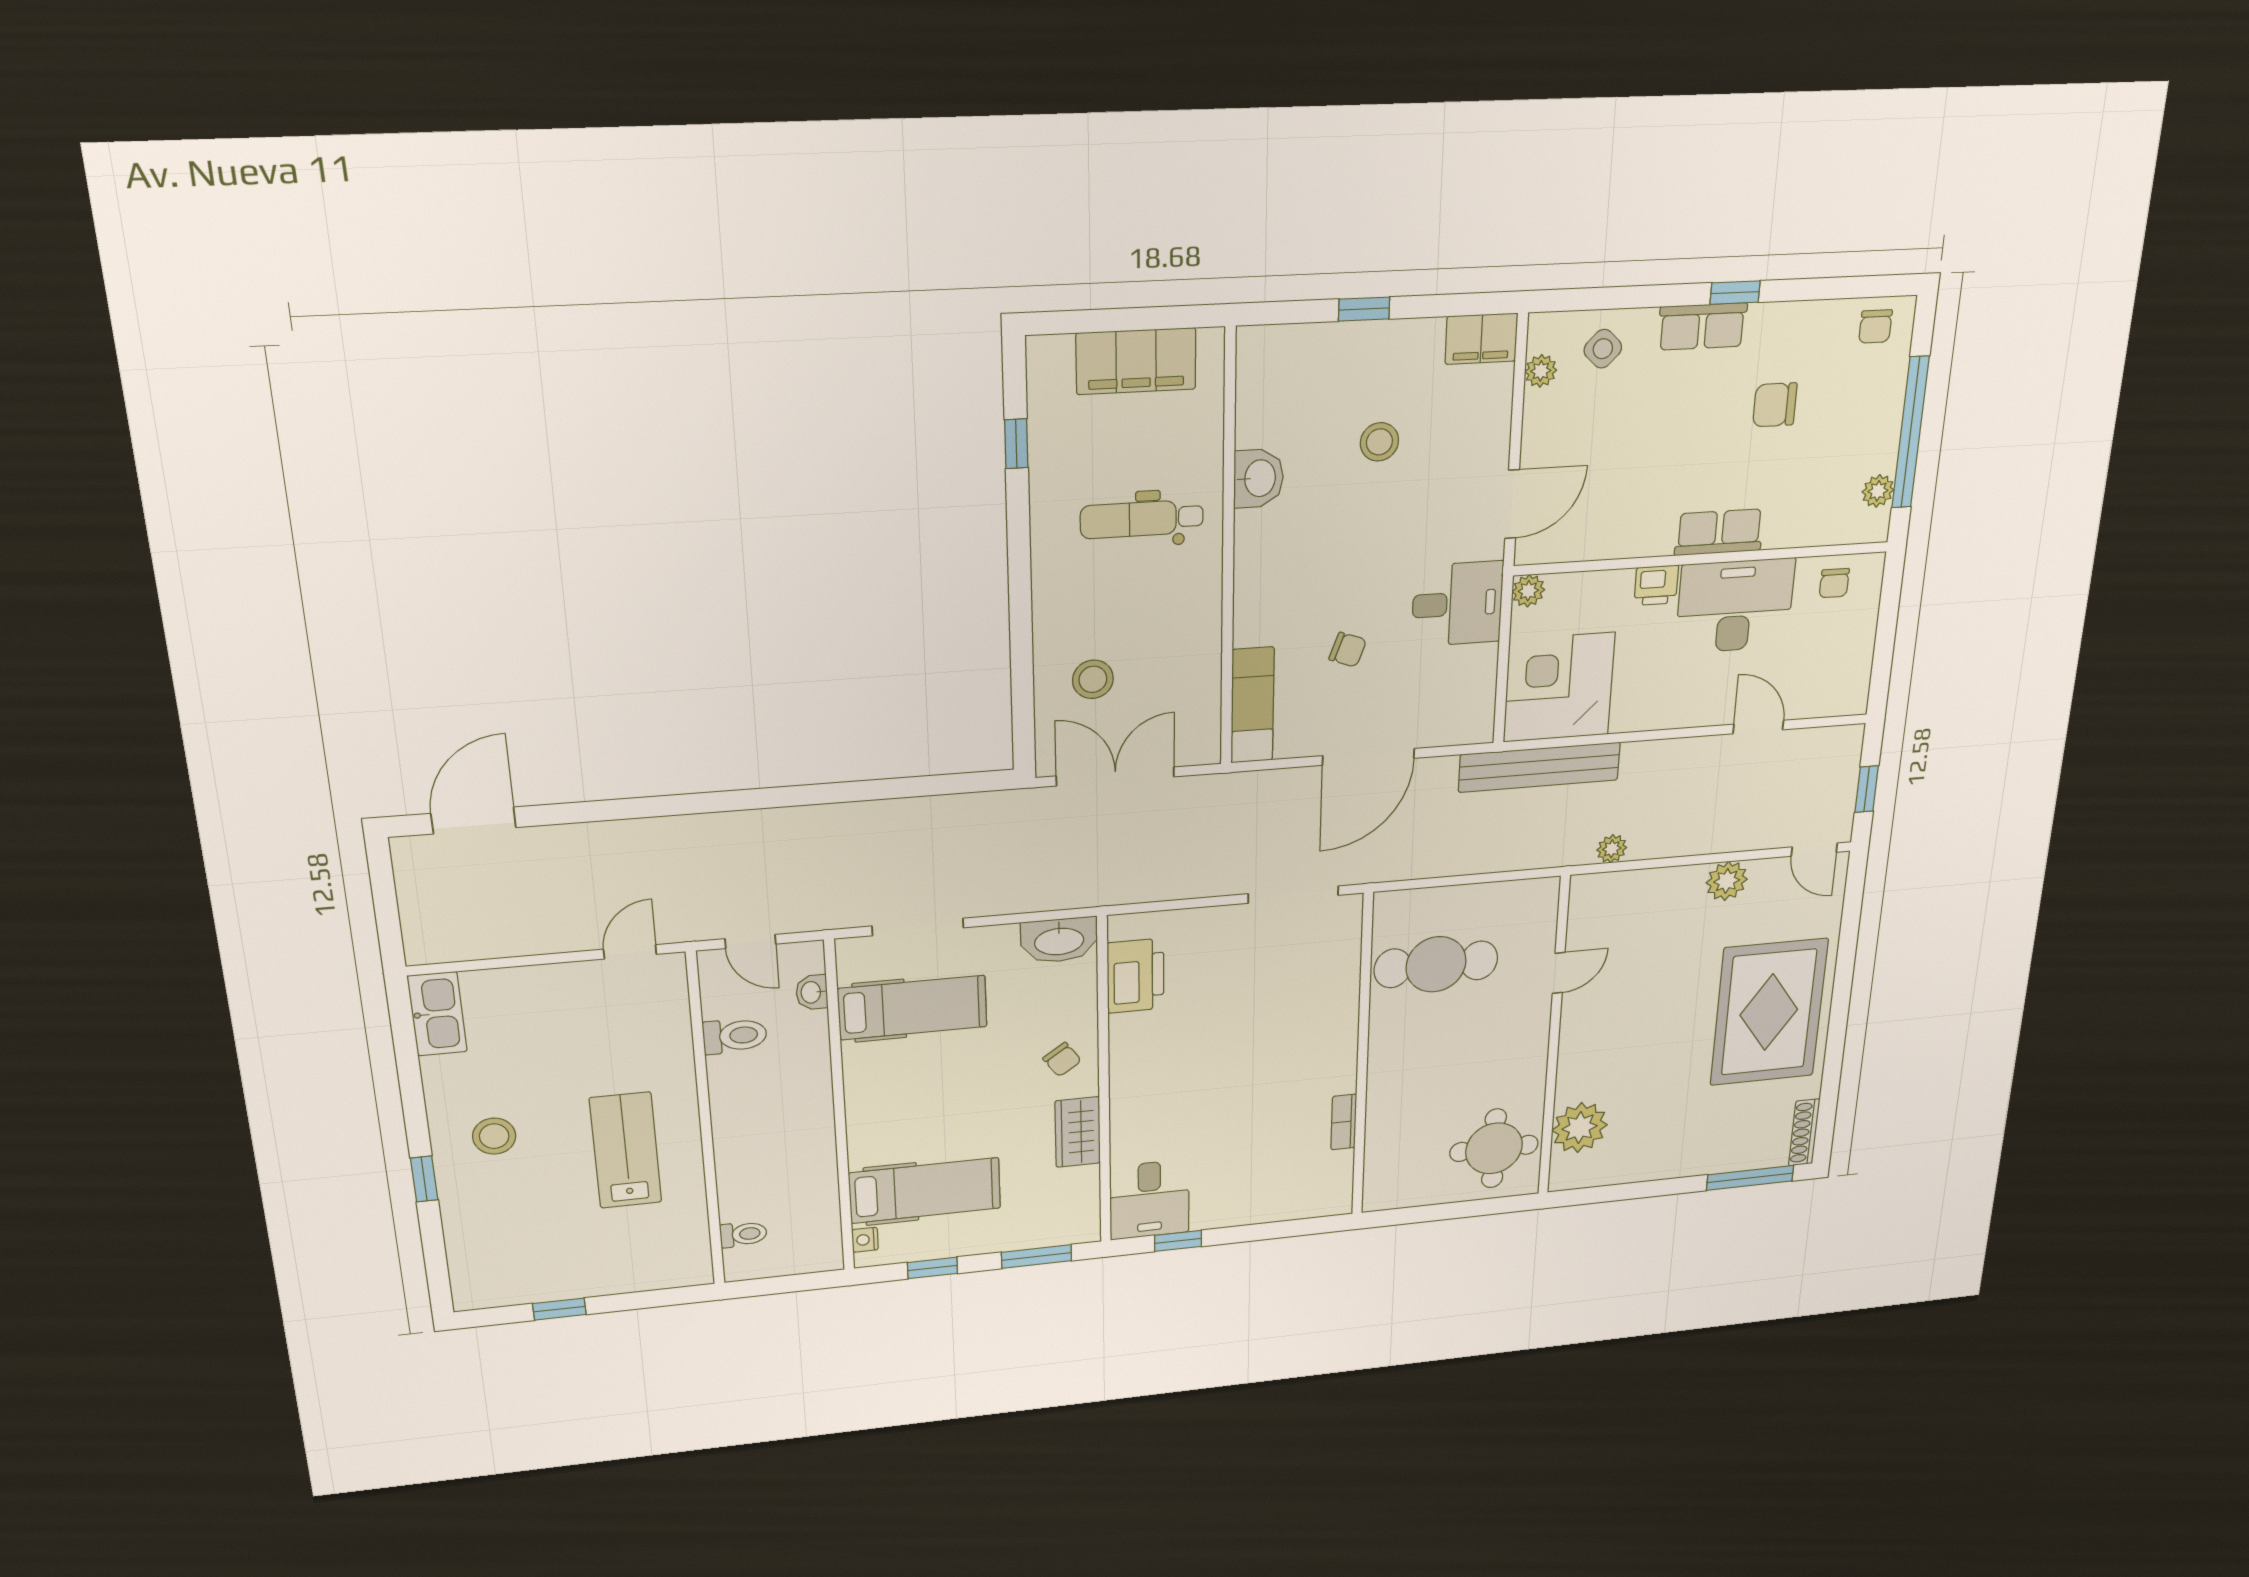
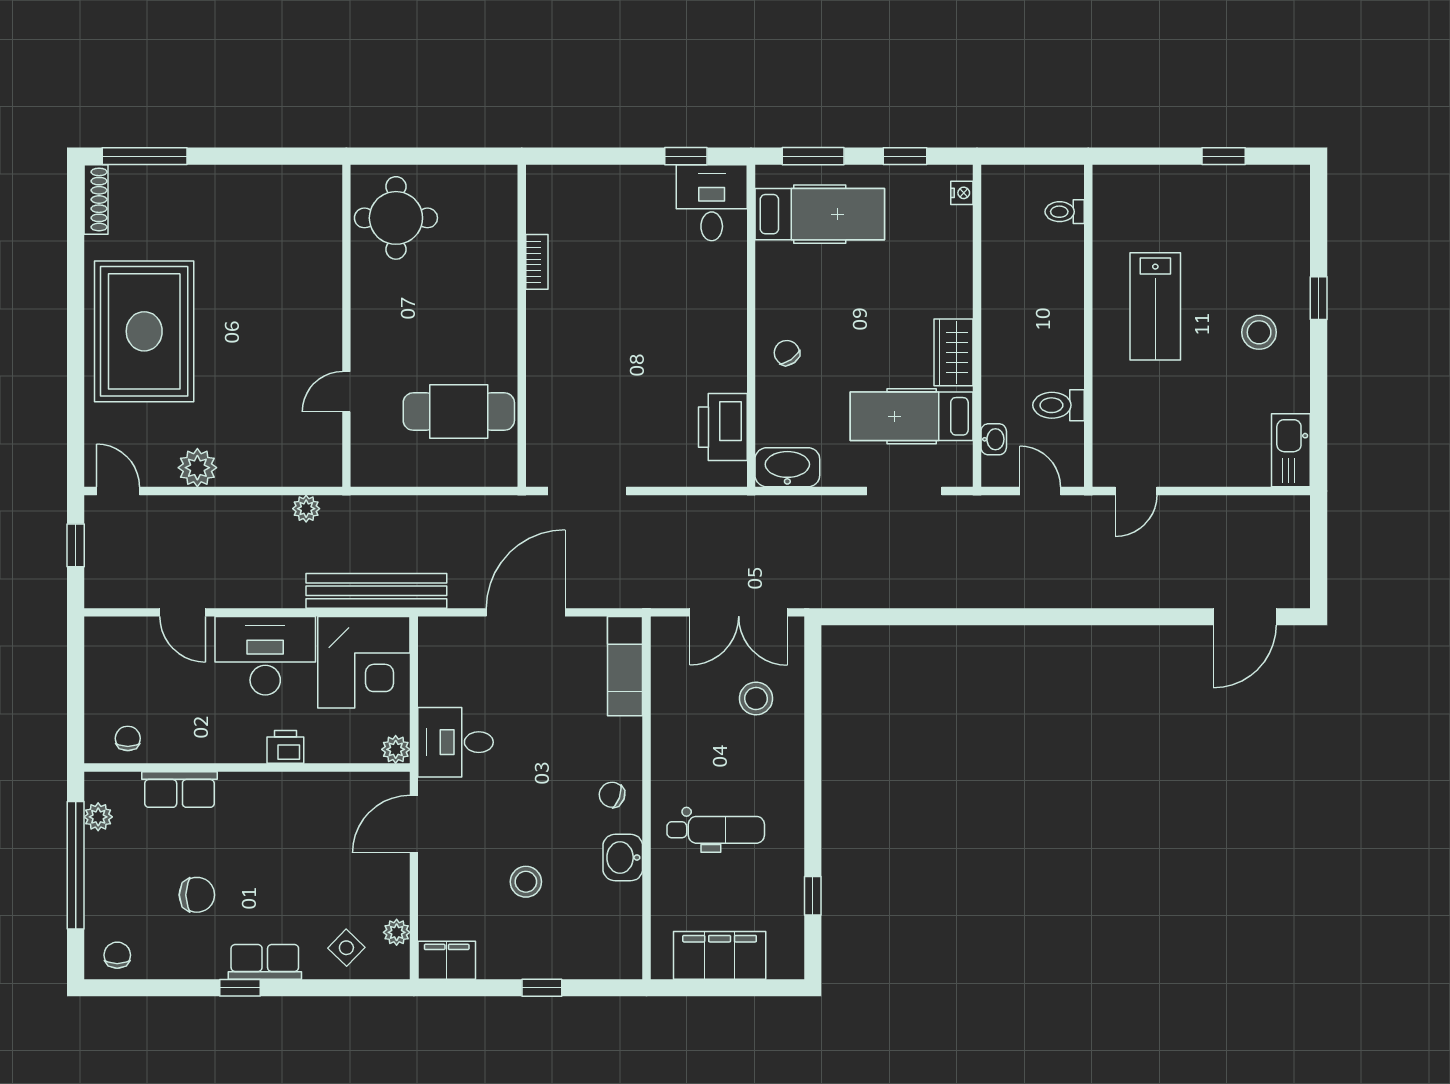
row of seats: (1719, 532) -> (180, 790), moved
desk: (1735, 606) -> (265, 656), moved, turned 180
chair: (1348, 650) -> (612, 795), moved
plant: (1580, 1128) -> (316, 230), removed
wardrobe: (1078, 1132) -> (954, 352), moved, turned 180
hospital bed: (925, 1191) -> (820, 214), moved, turned 180

